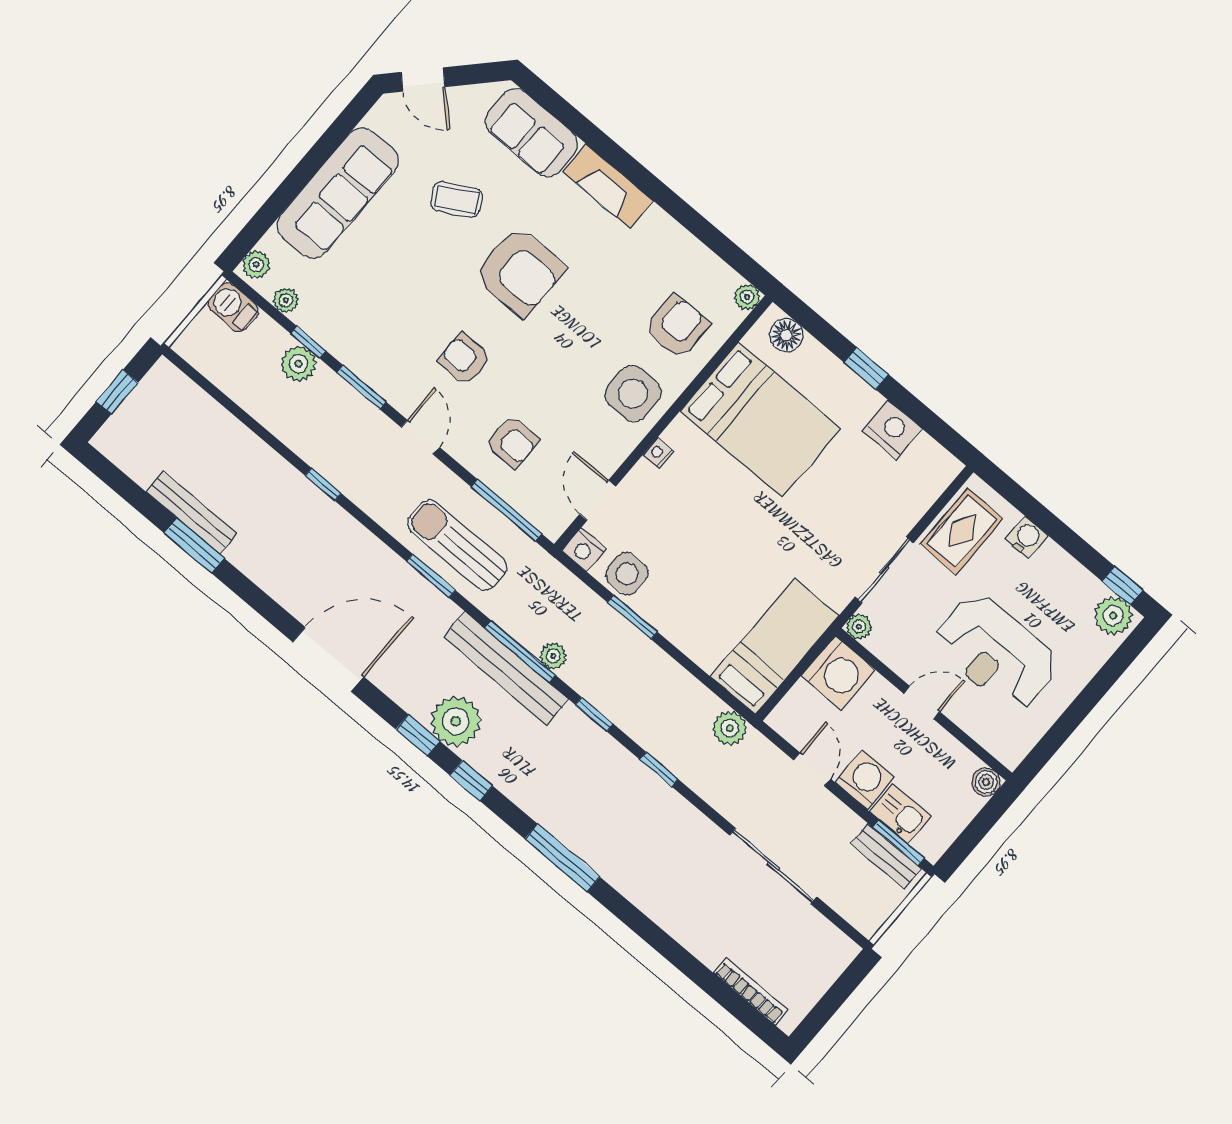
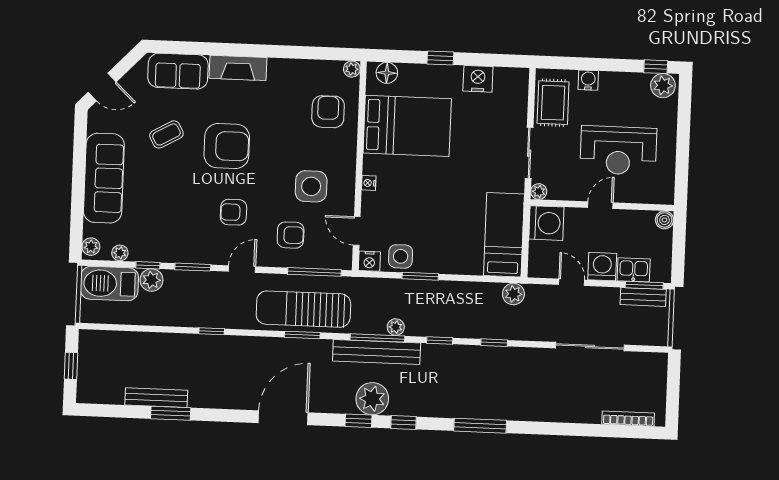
barbecue: (233, 307) -> (109, 284), width x1.88, depth x1.53
side table: (633, 393) -> (311, 186), moved
door: (420, 437) -> (242, 269), hinge flipped
sun lounger: (457, 545) -> (303, 309), width x1.36, depth x1.34

